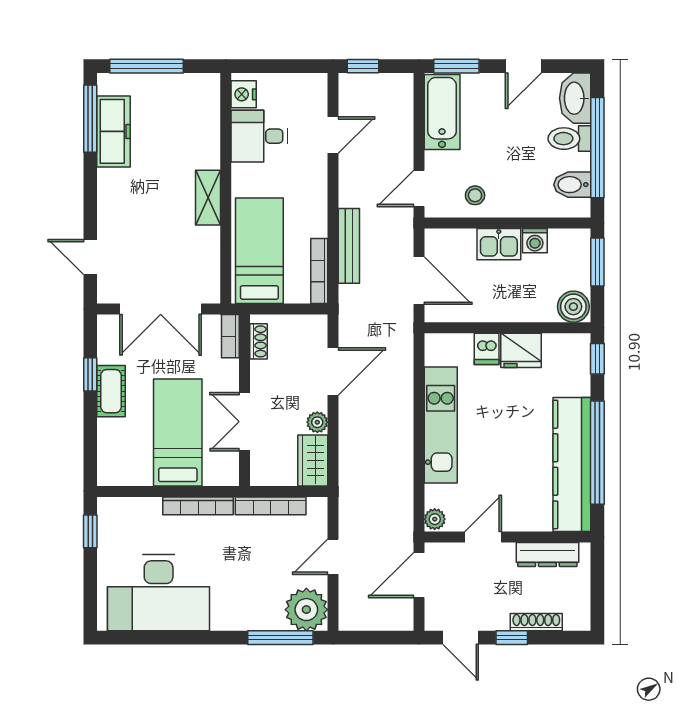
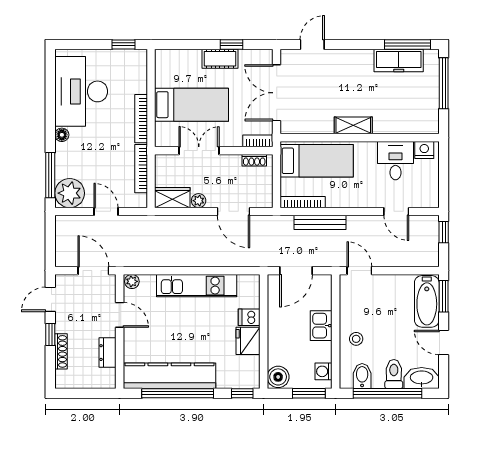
bathtub: (442, 112) -> (427, 301), moved, turned 90
stool: (475, 195) -> (356, 339), moved
washing machine: (535, 241) -> (323, 371), moved
dresser: (547, 555) -> (108, 353), width x0.70
floor lamp: (222, 621) -> (62, 135), added

